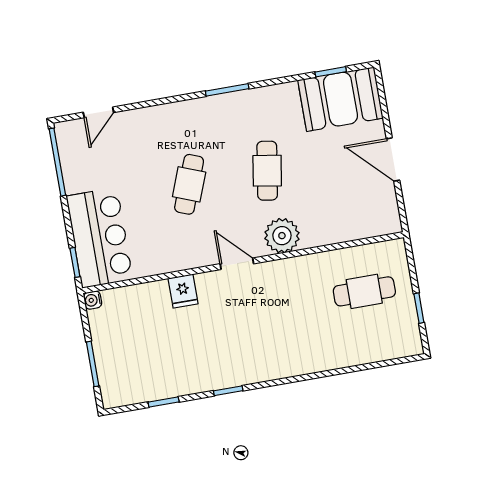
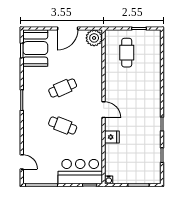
cafe table: (267, 171) -> (63, 88), turned -33
plant: (282, 236) -> (94, 38), moved
door: (237, 264) -> (104, 110), swing flipped

